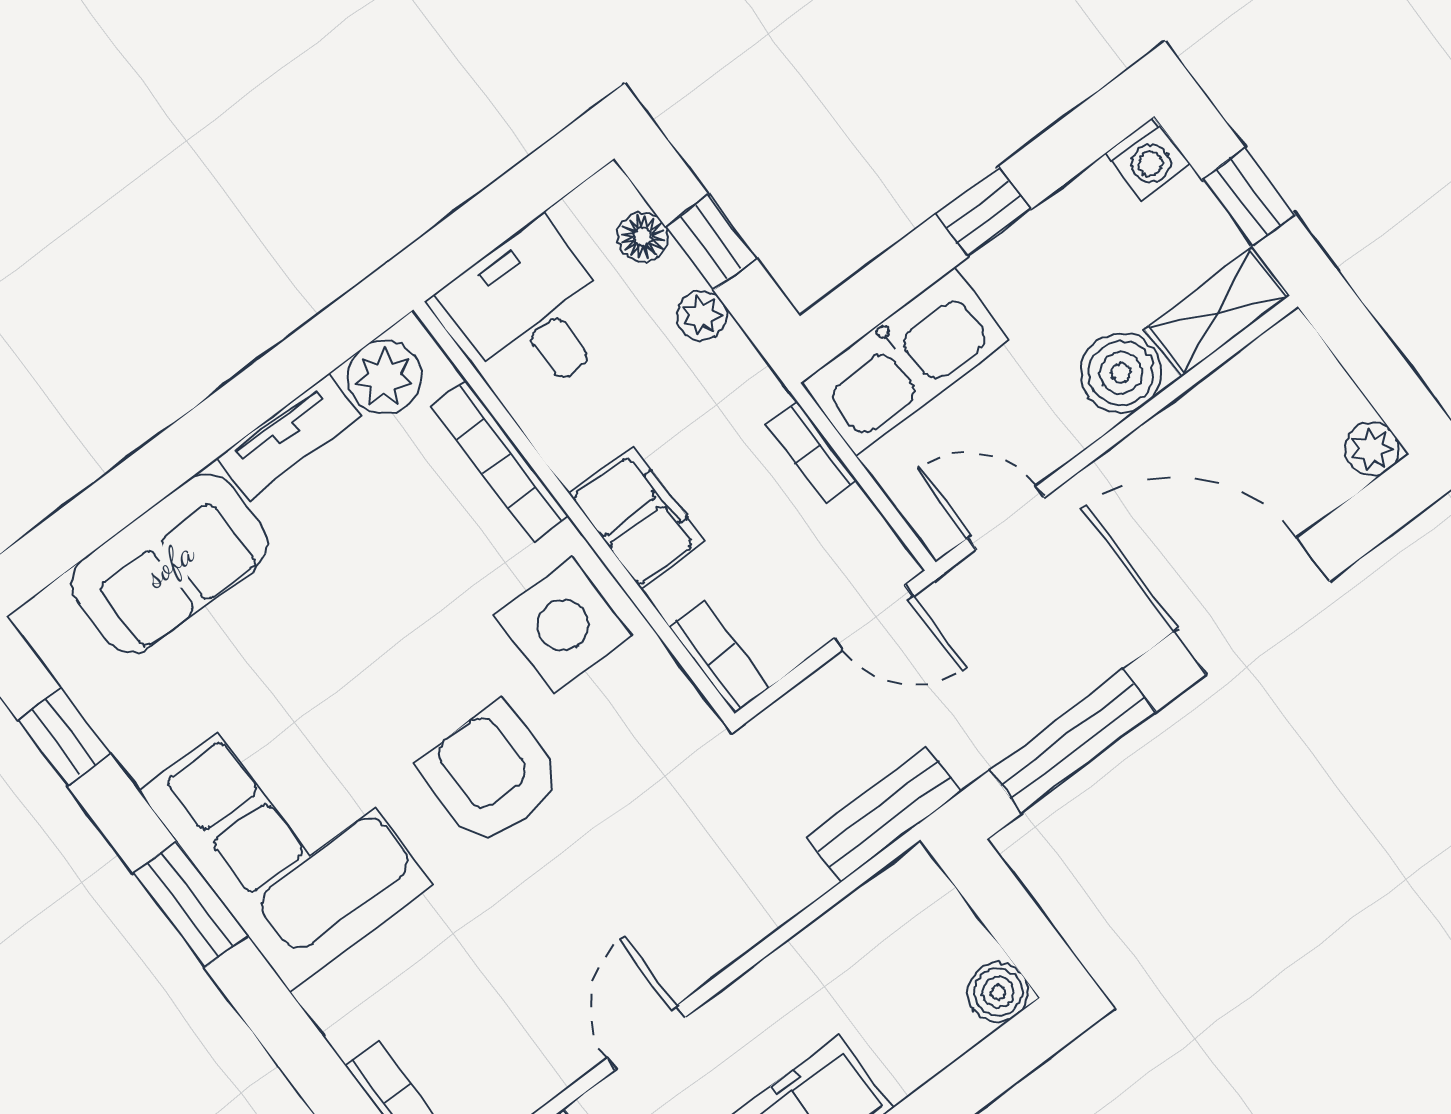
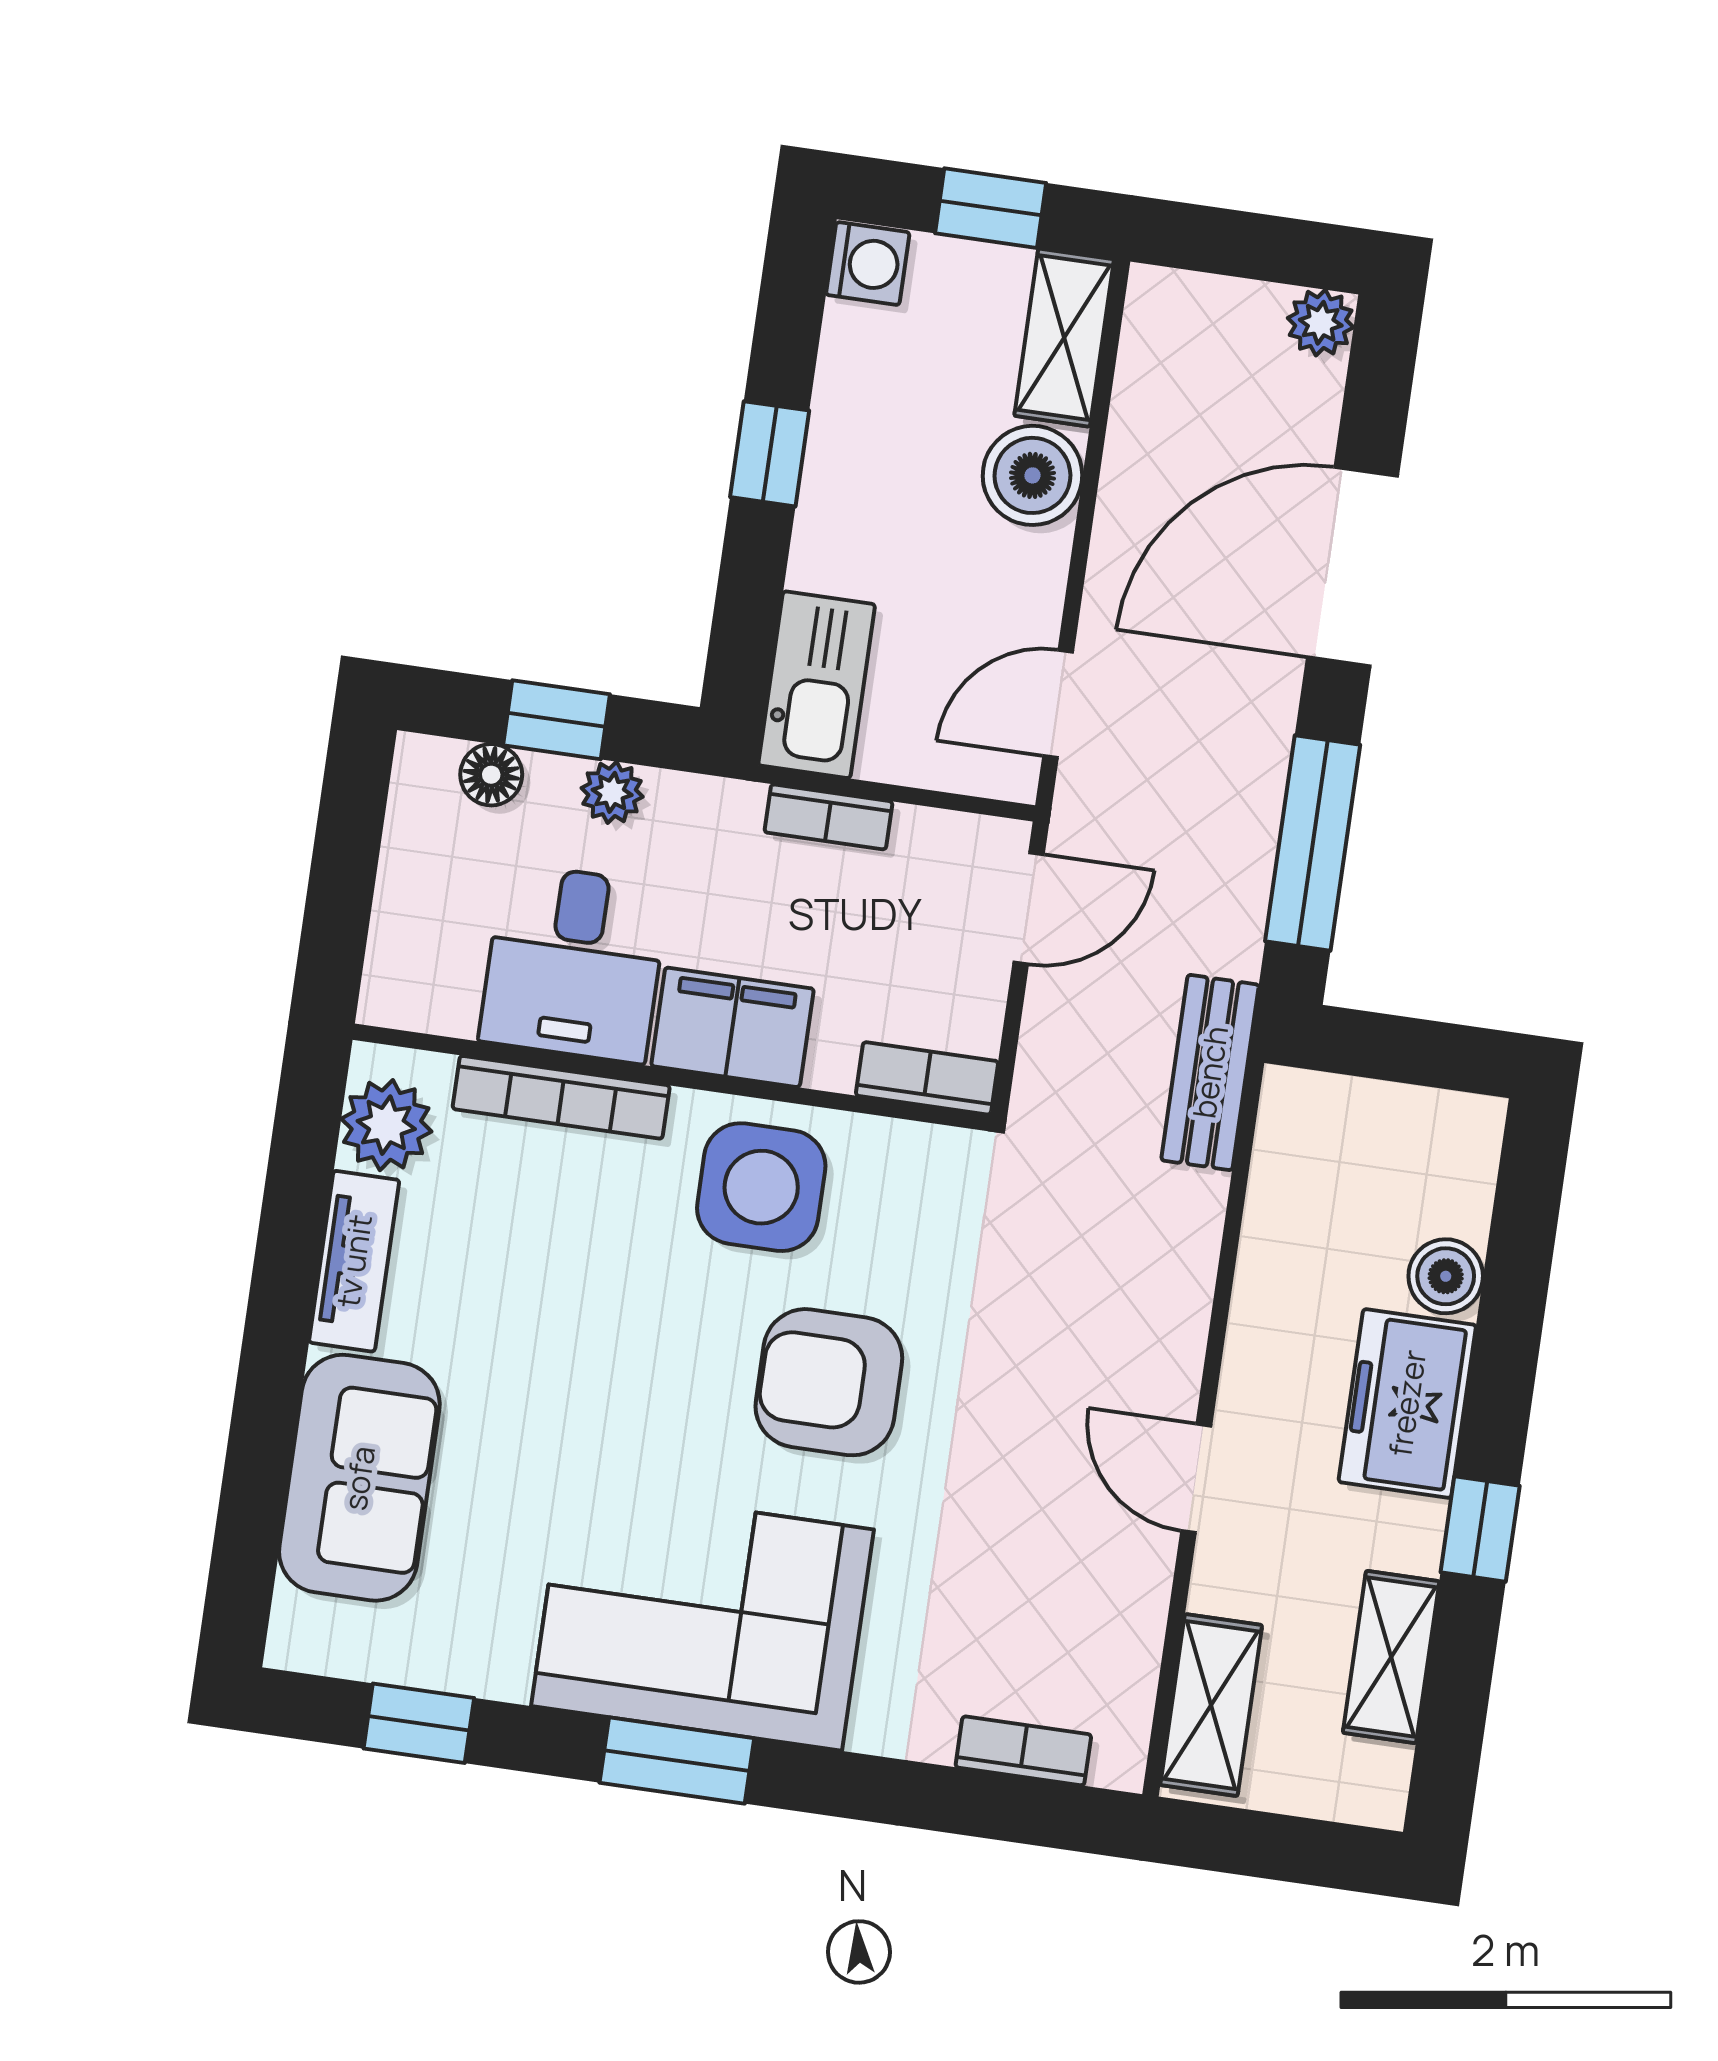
desk: (532, 312) -> (574, 963), moved, turned -90
kitchen sink: (905, 362) -> (817, 685), width x0.73, depth x0.81
boiler: (998, 992) -> (1446, 1276), moved

